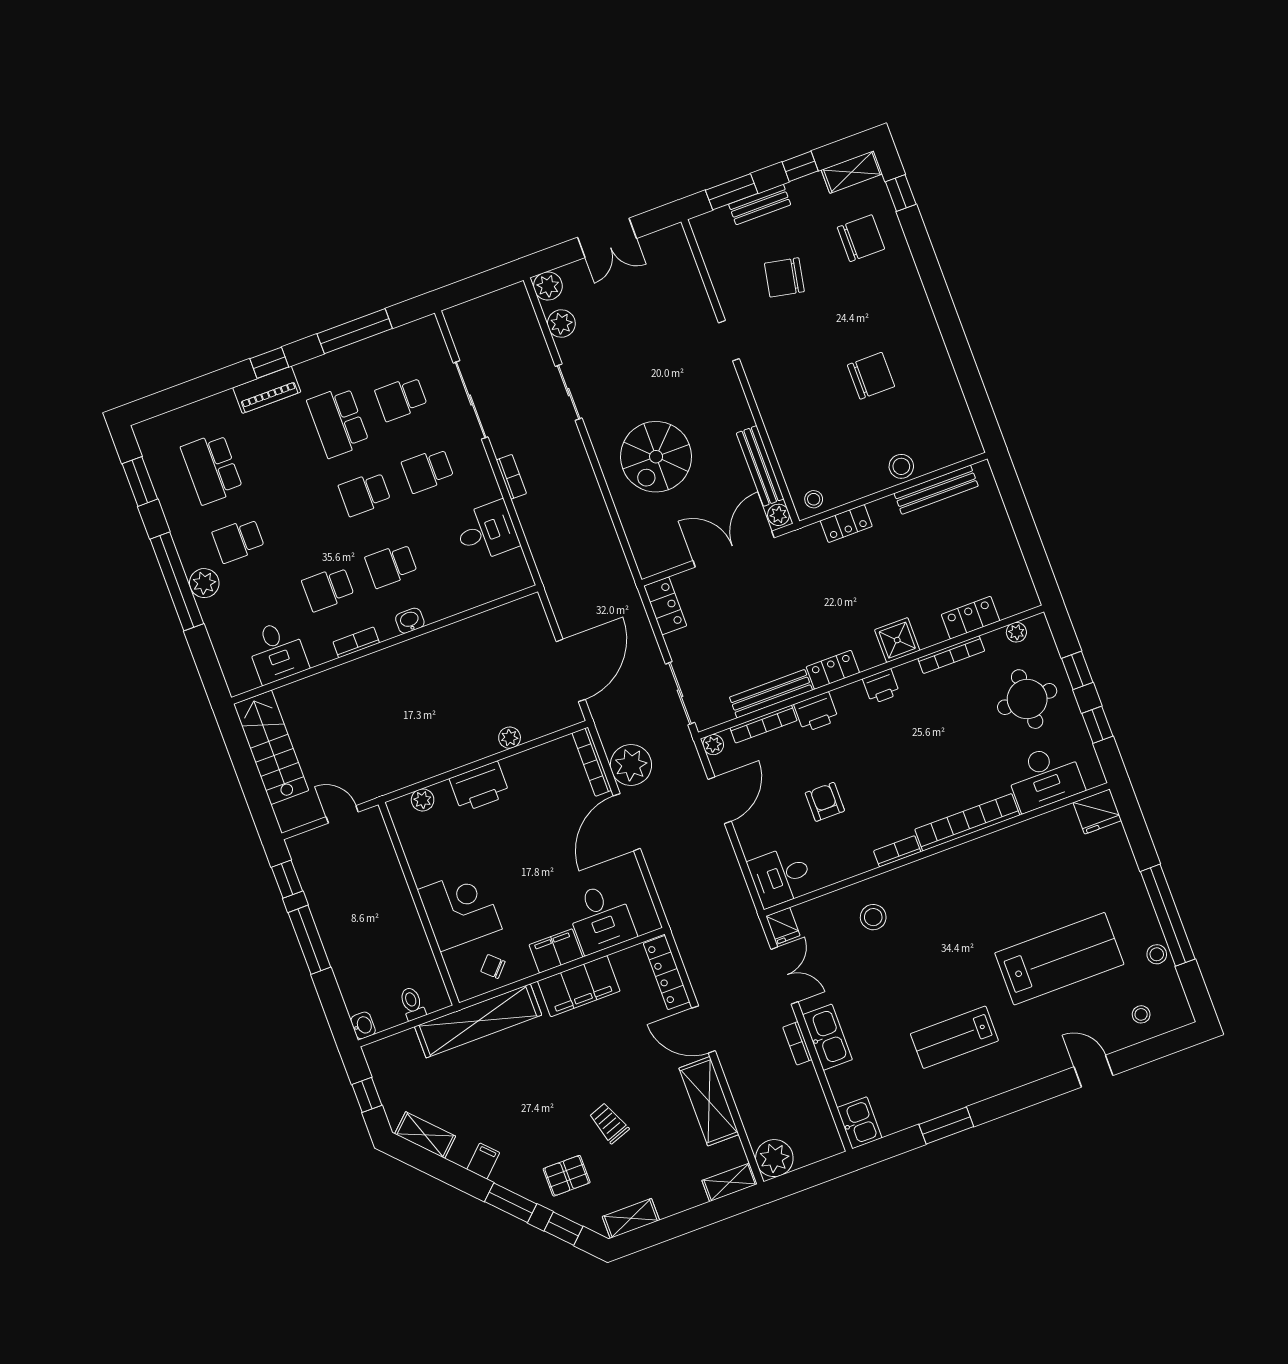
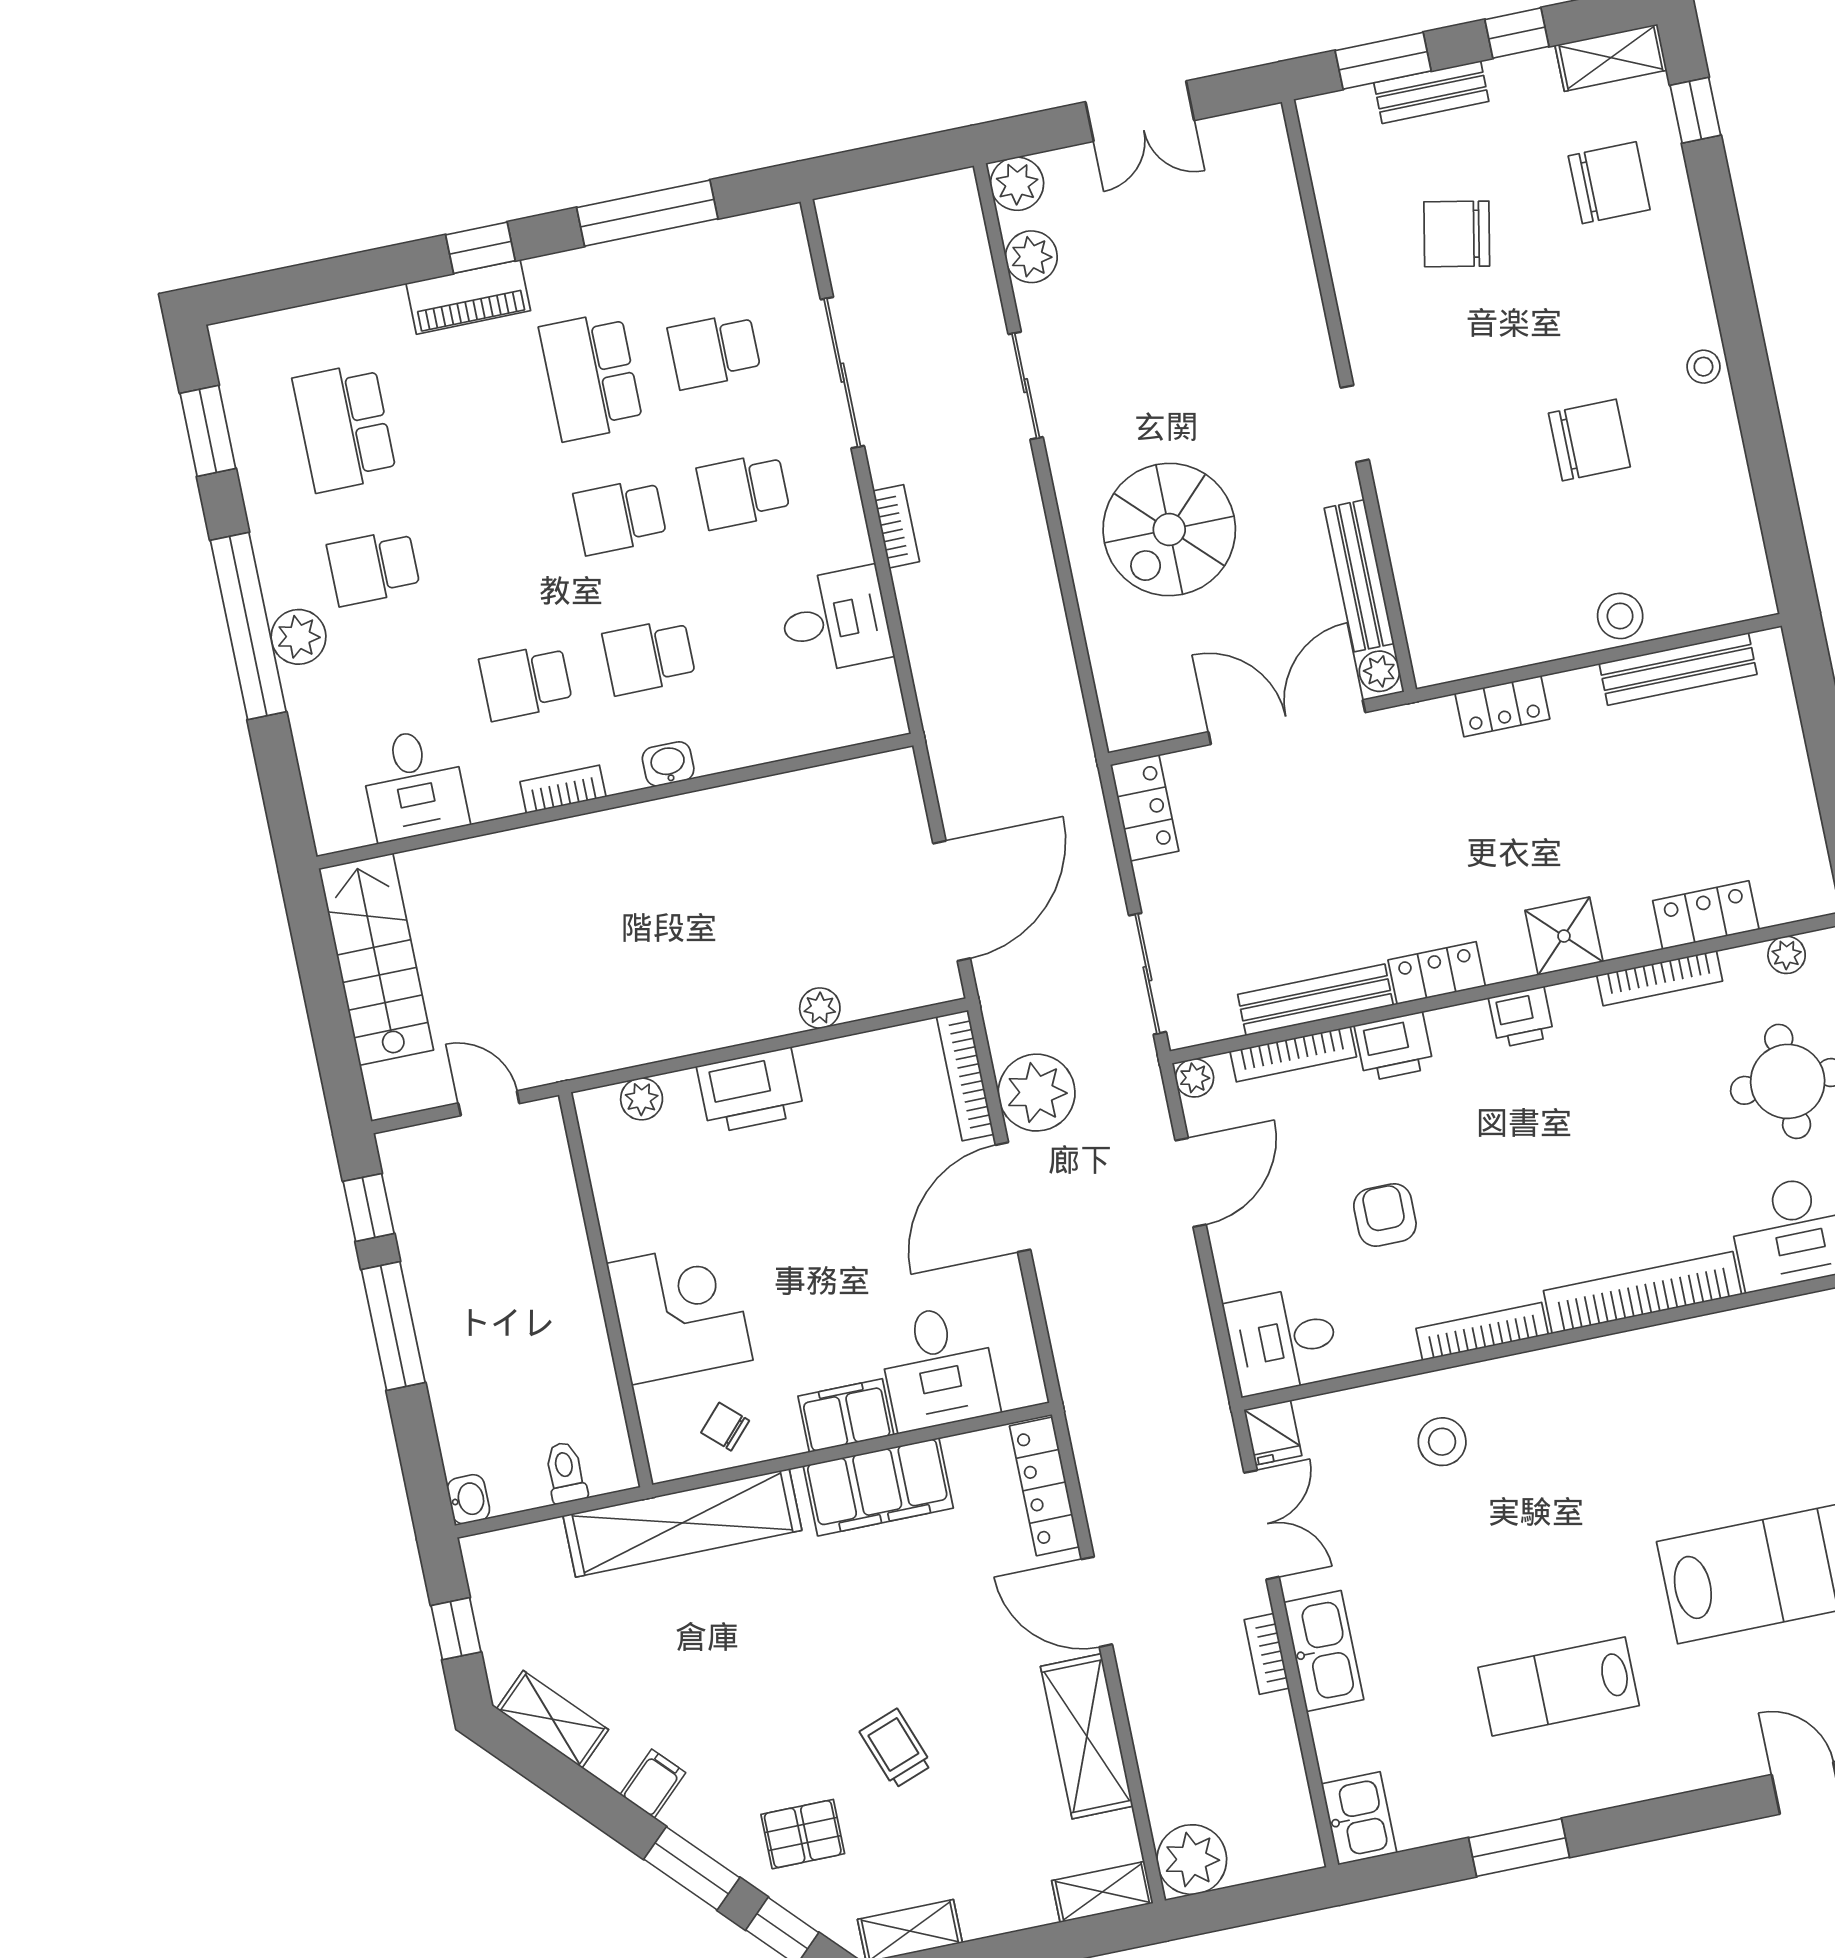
doorway: (729, 341) -> (1355, 424), moved
stool: (814, 499) -> (1703, 367), moved
bookcase: (897, 851) -> (1482, 1331), width x1.56

